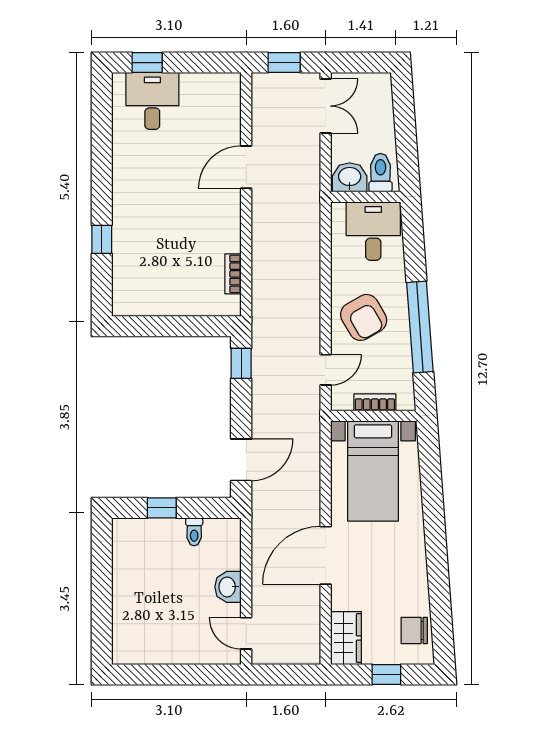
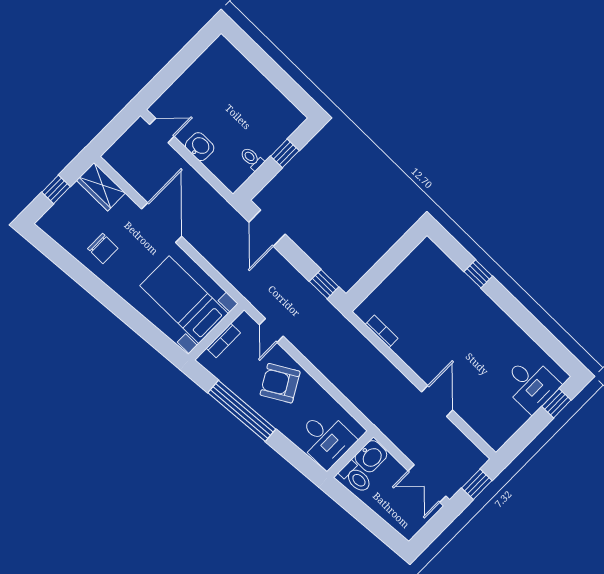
chair: (414, 630) -> (103, 248), moved, turned 90

